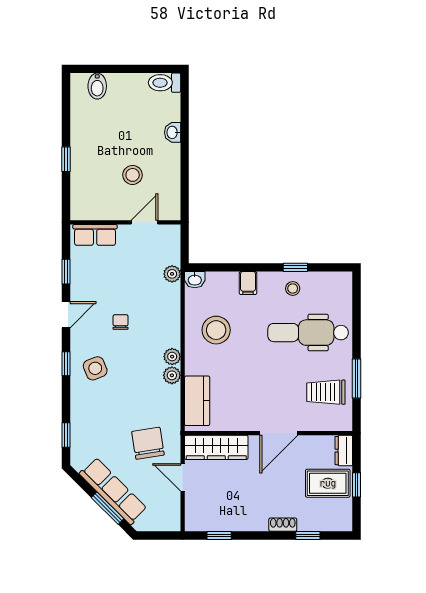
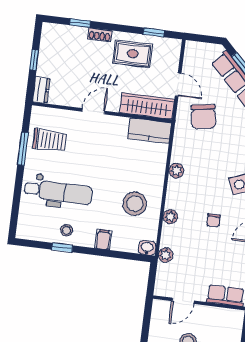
plant: (172, 357) -> (170, 217), moved
kitchen counter: (197, 401) -> (150, 131), moved, turned -90
door: (279, 433) -> (93, 111), width x0.73
rug: (328, 483) -> (133, 54), moved

